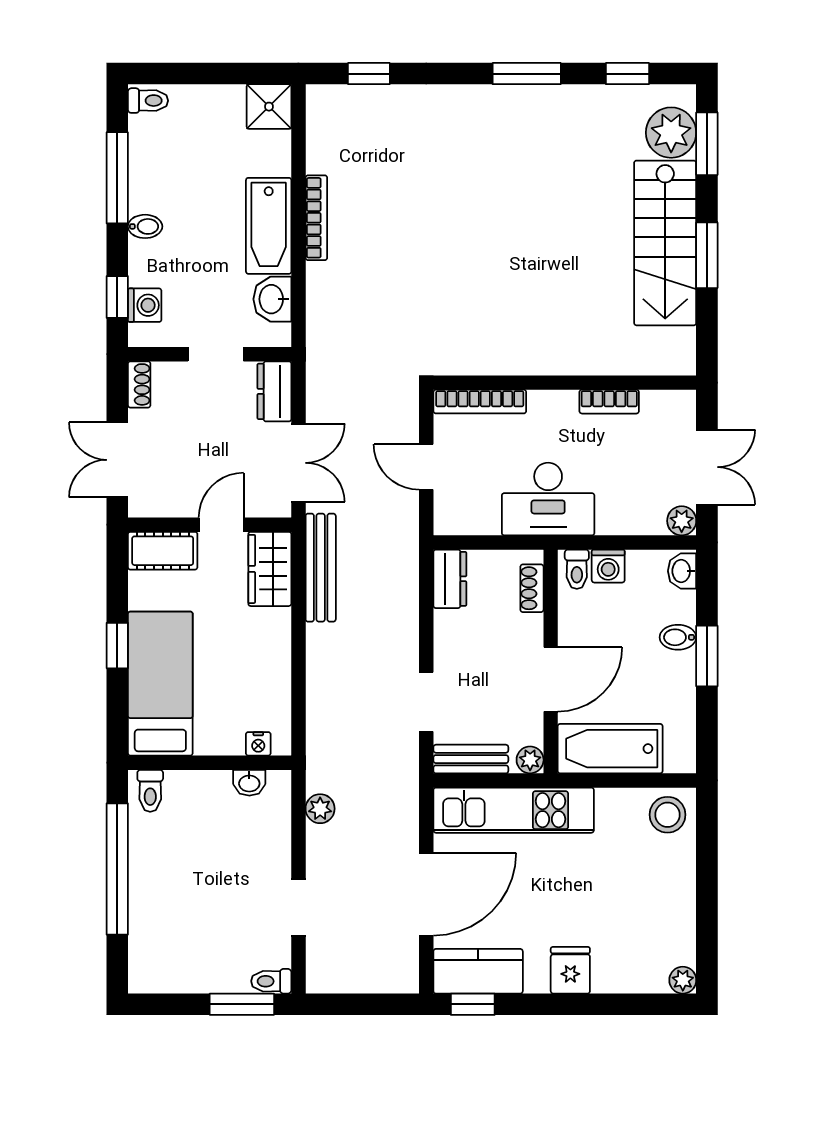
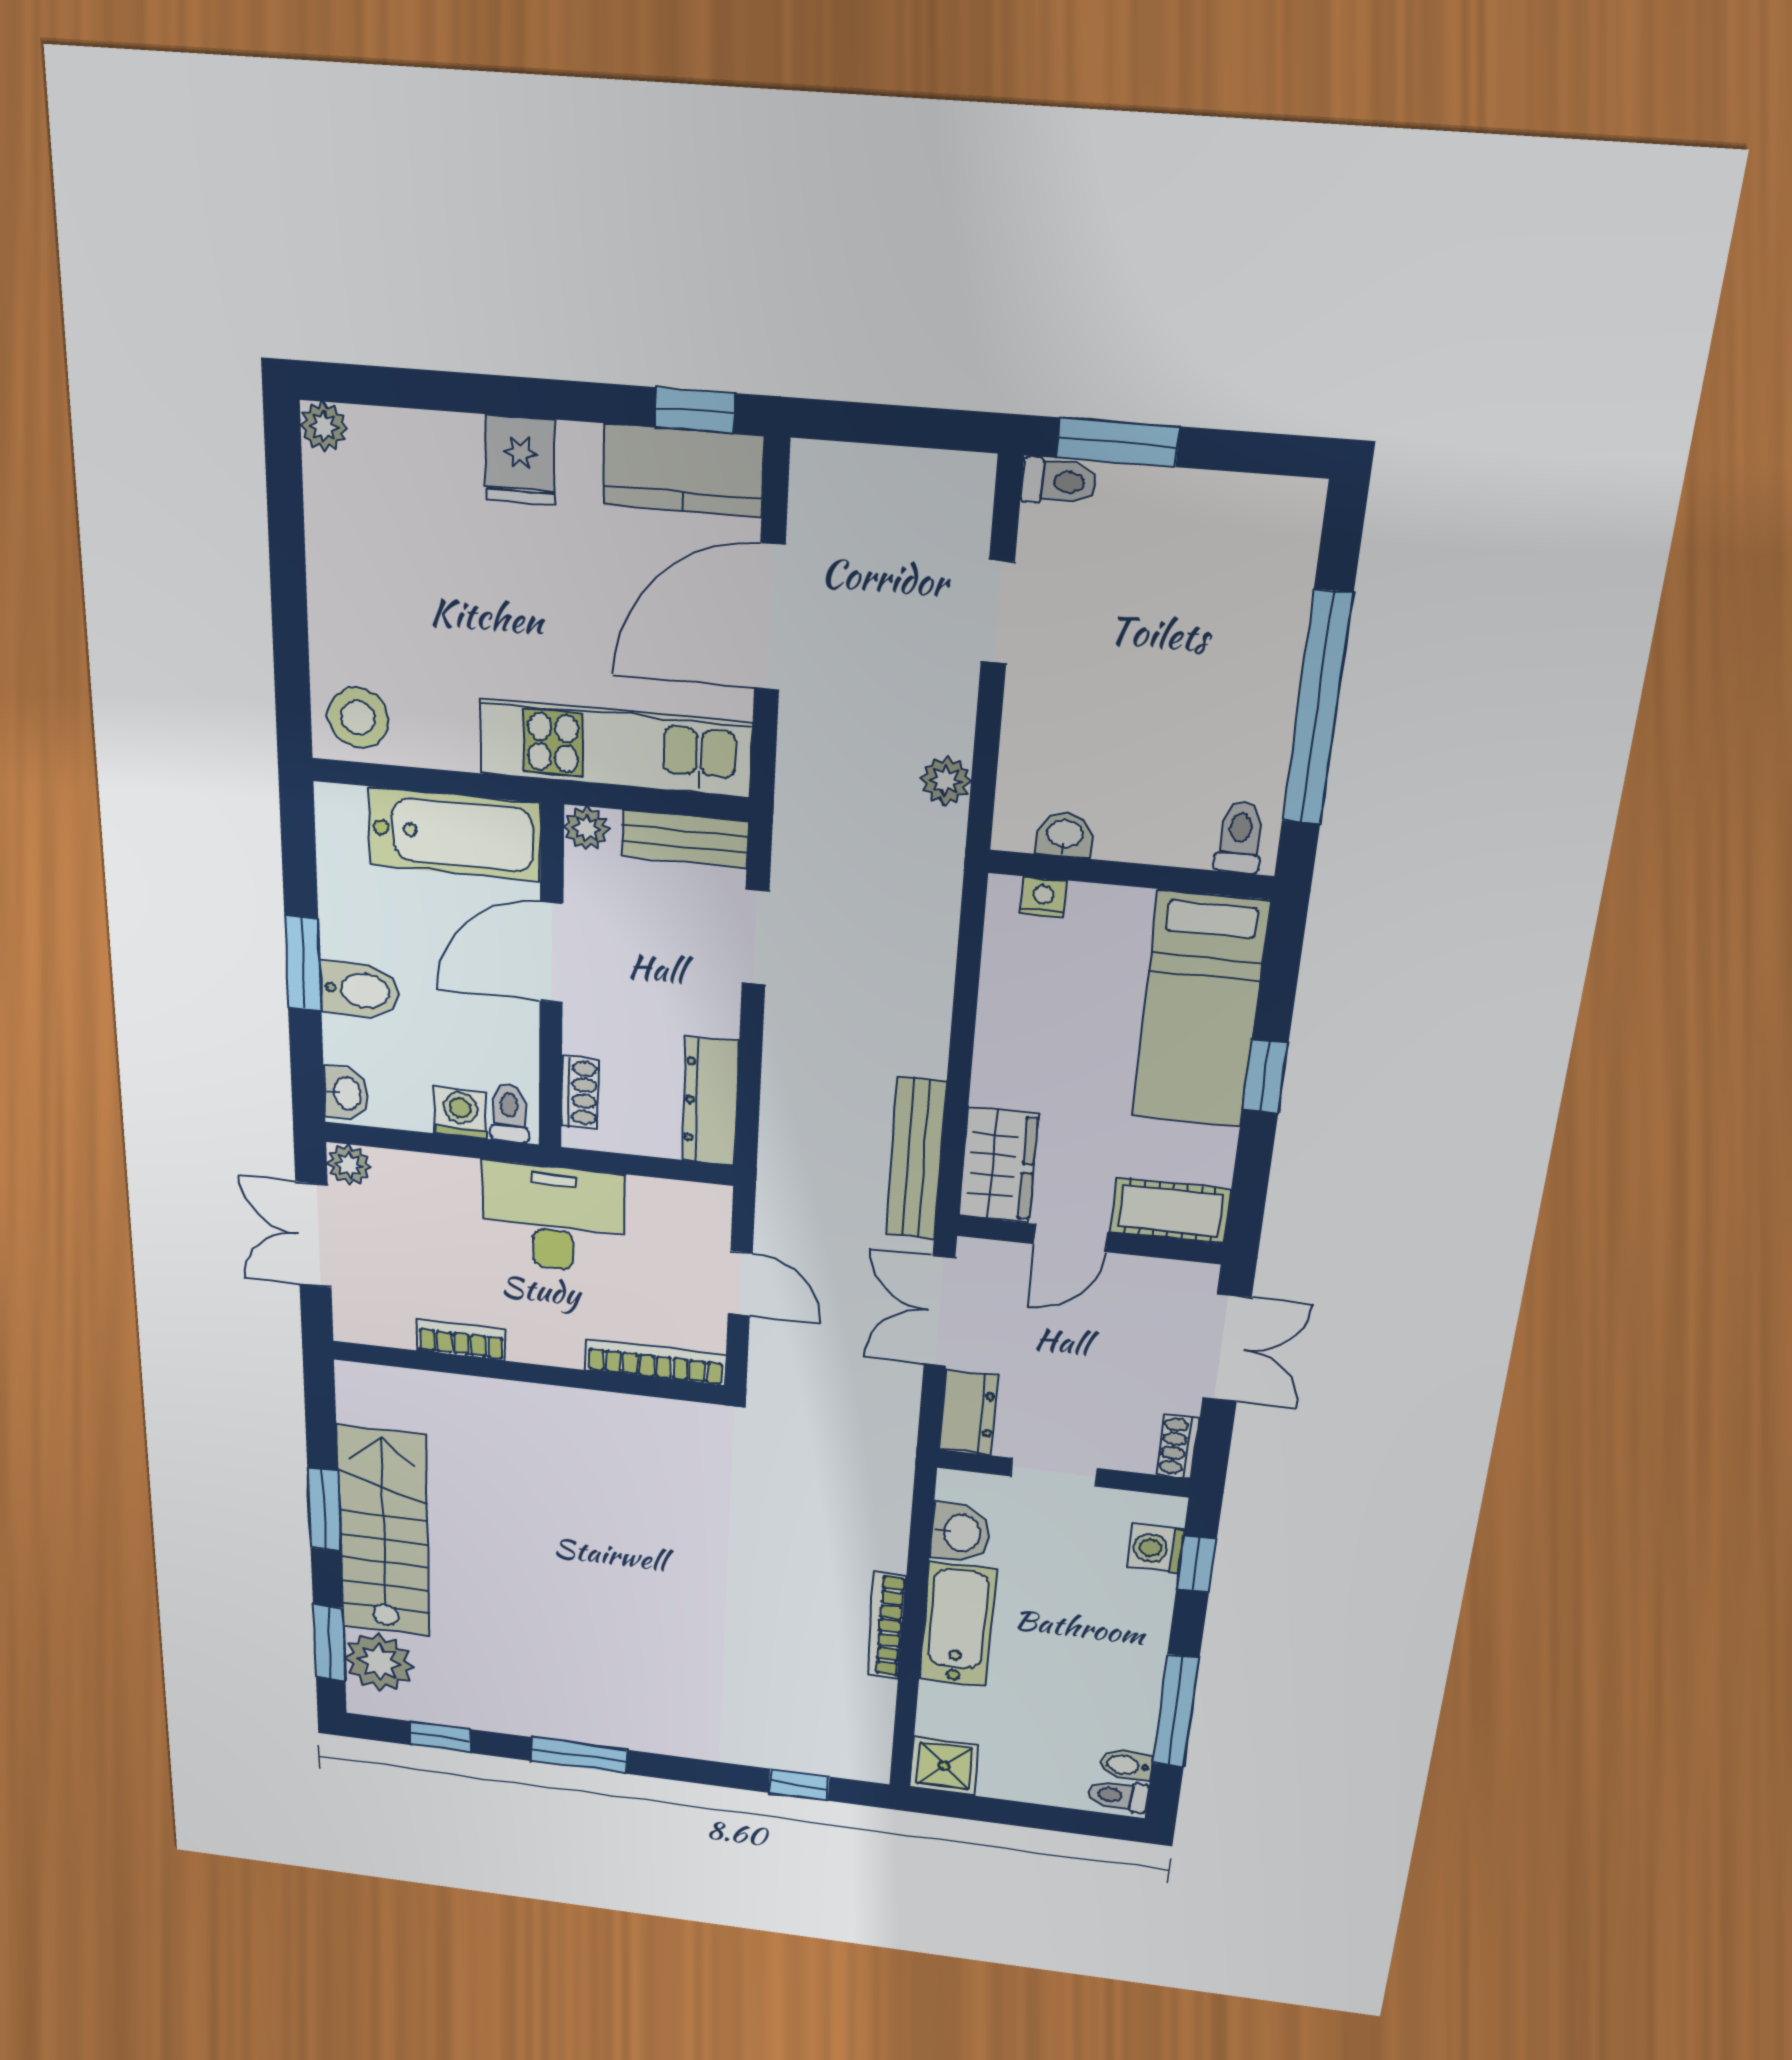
bidet: (145, 226) -> (1126, 1765), moved
dresser: (450, 579) -> (710, 1101), width x1.44
bidet: (678, 637) -> (360, 990), width x1.38, depth x1.36

